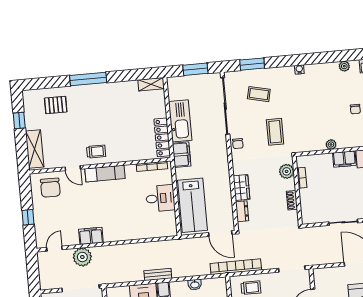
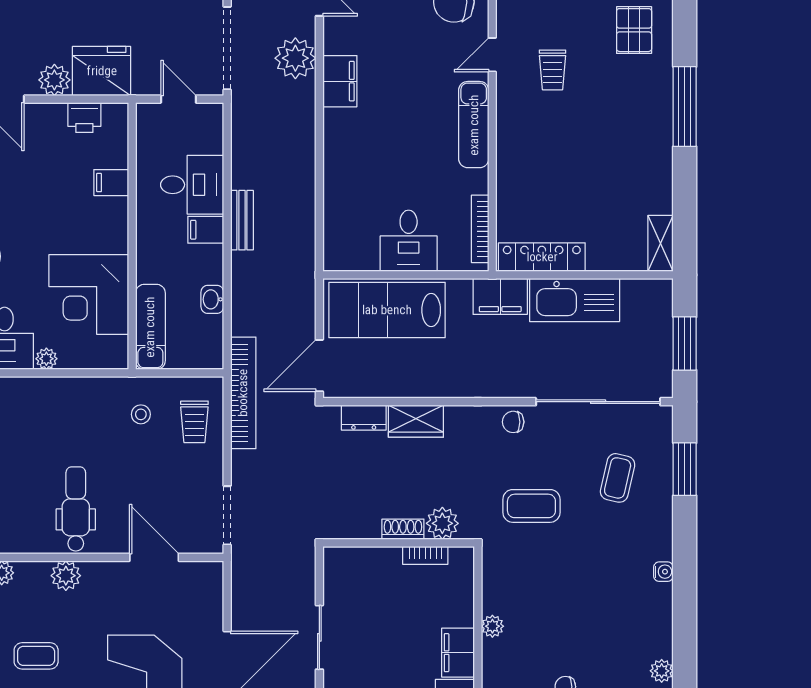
trolley: (96, 152) -> (553, 70), moved
shoe rack: (292, 200) -> (403, 529), moved

